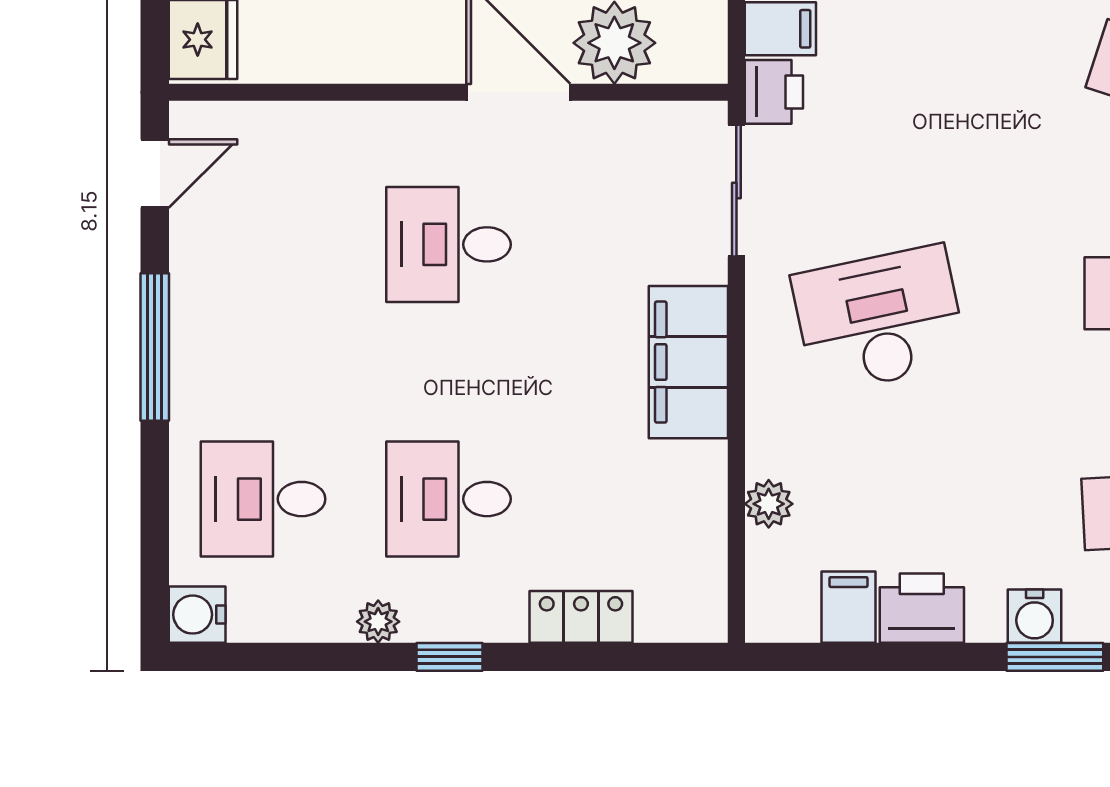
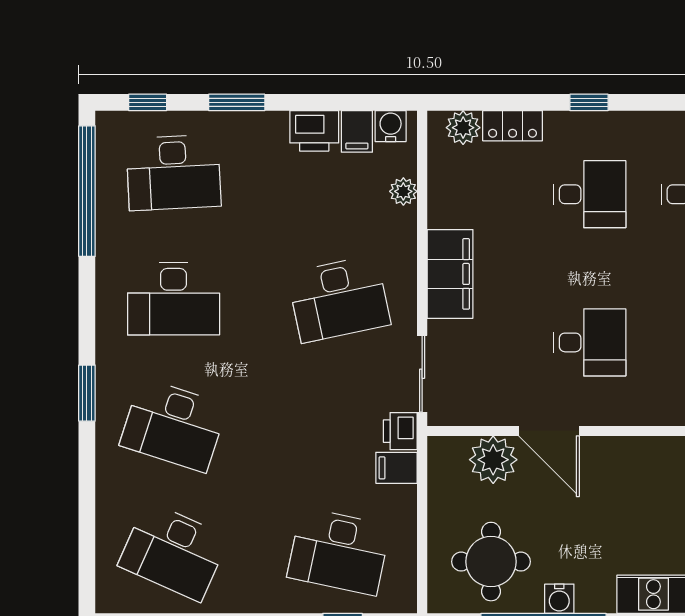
water cooler: (1035, 616) -> (391, 126), moved
plant: (378, 622) -> (463, 128), moved, width x1.38, depth x1.38

